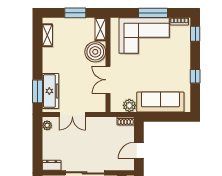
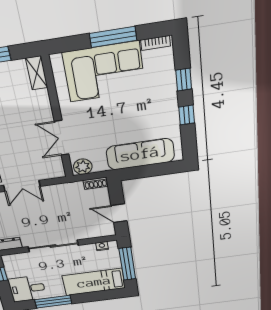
window: (195, 34) -> (184, 80), moved
boiler: (95, 52) -> (36, 105), removed
plant: (129, 105) -> (83, 167), moved
door: (139, 150) -> (119, 213), hinge flipped

